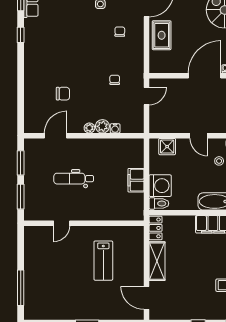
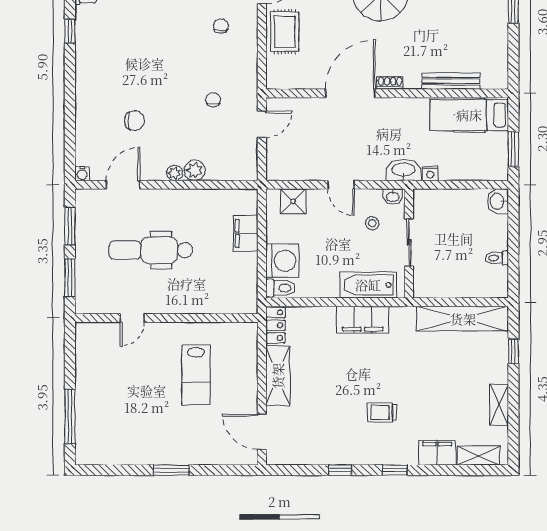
water cooler: (115, 128) -> (82, 174), moved
dental chair: (74, 179) -> (151, 250), width x1.36, depth x1.38
filing cabinet: (136, 180) -> (246, 233), moved

